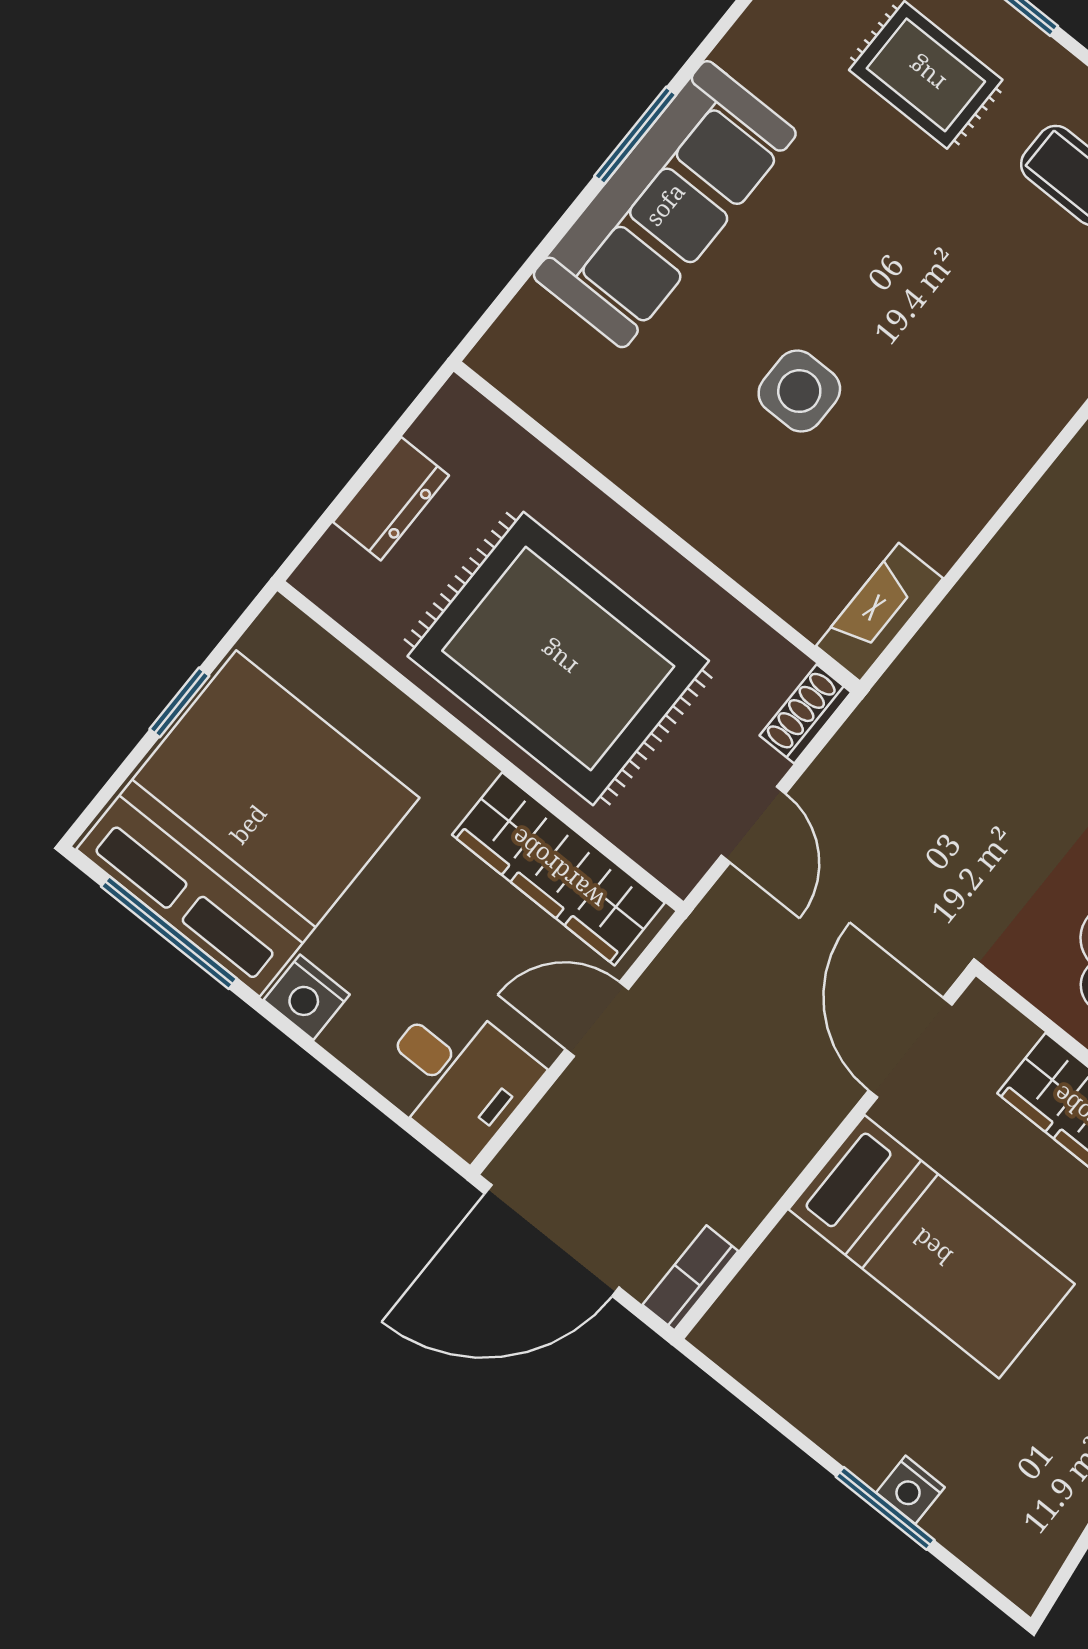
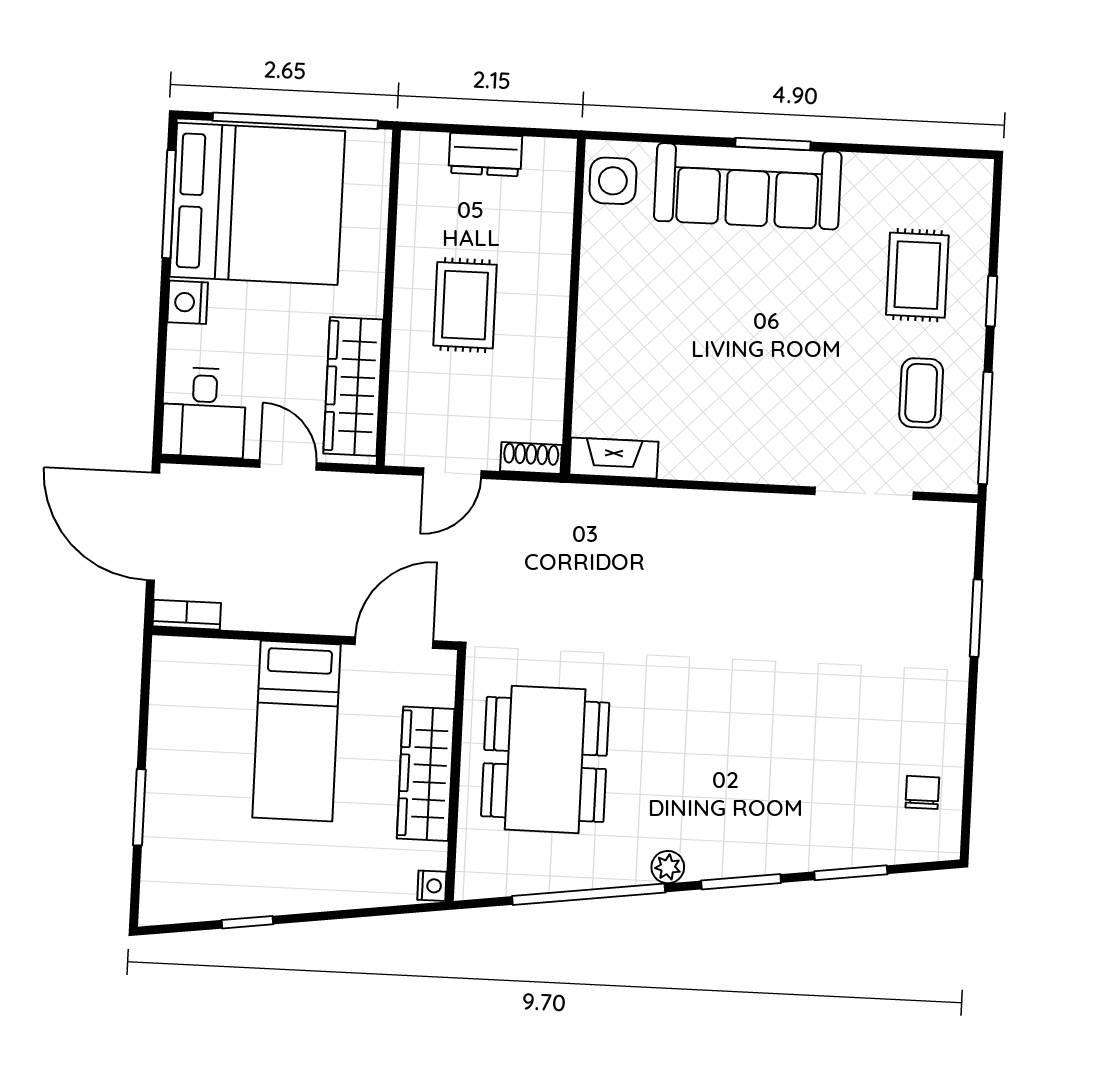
side table: (799, 391) -> (613, 181), moved
rug: (558, 659) -> (465, 305), width x0.54, depth x0.49
window: (179, 702) -> (295, 121), width x3.17
nightstand: (910, 1490) -> (159, 814), removed

